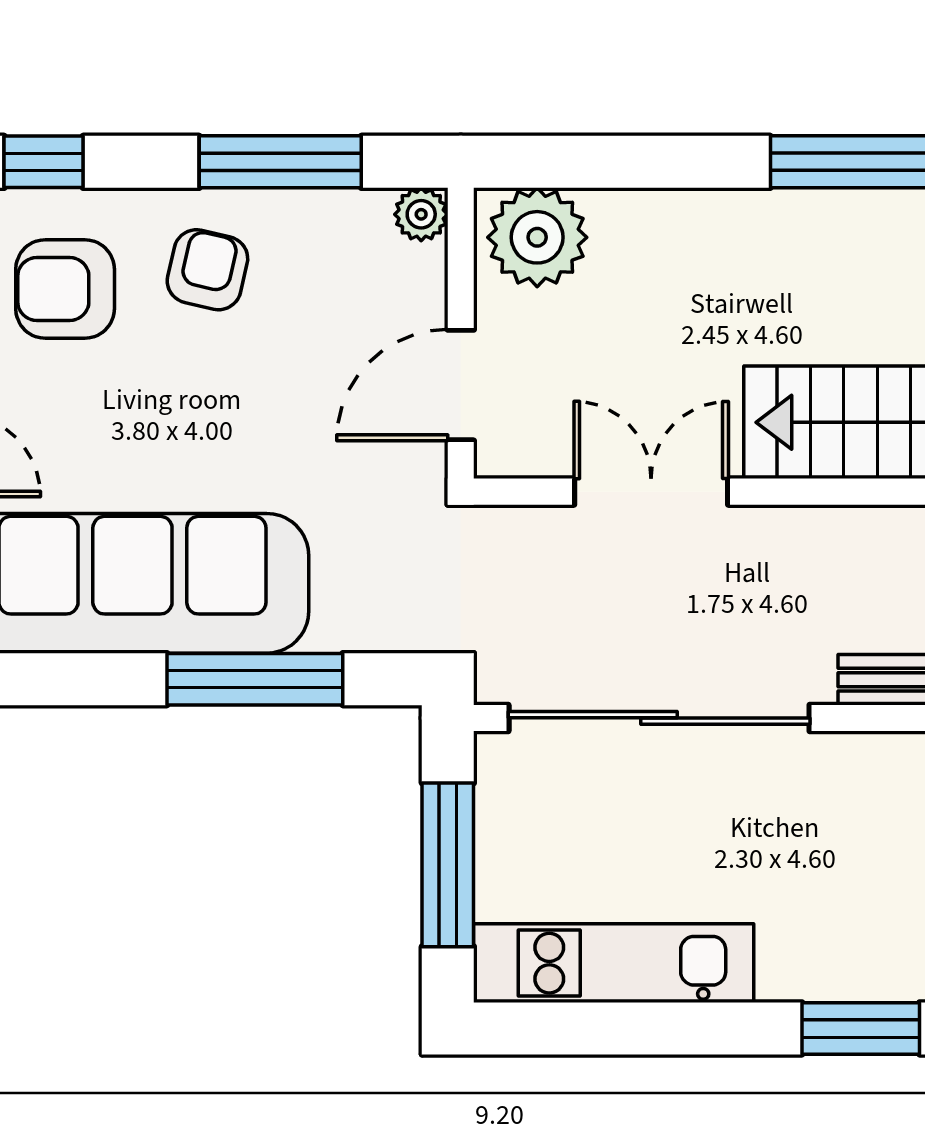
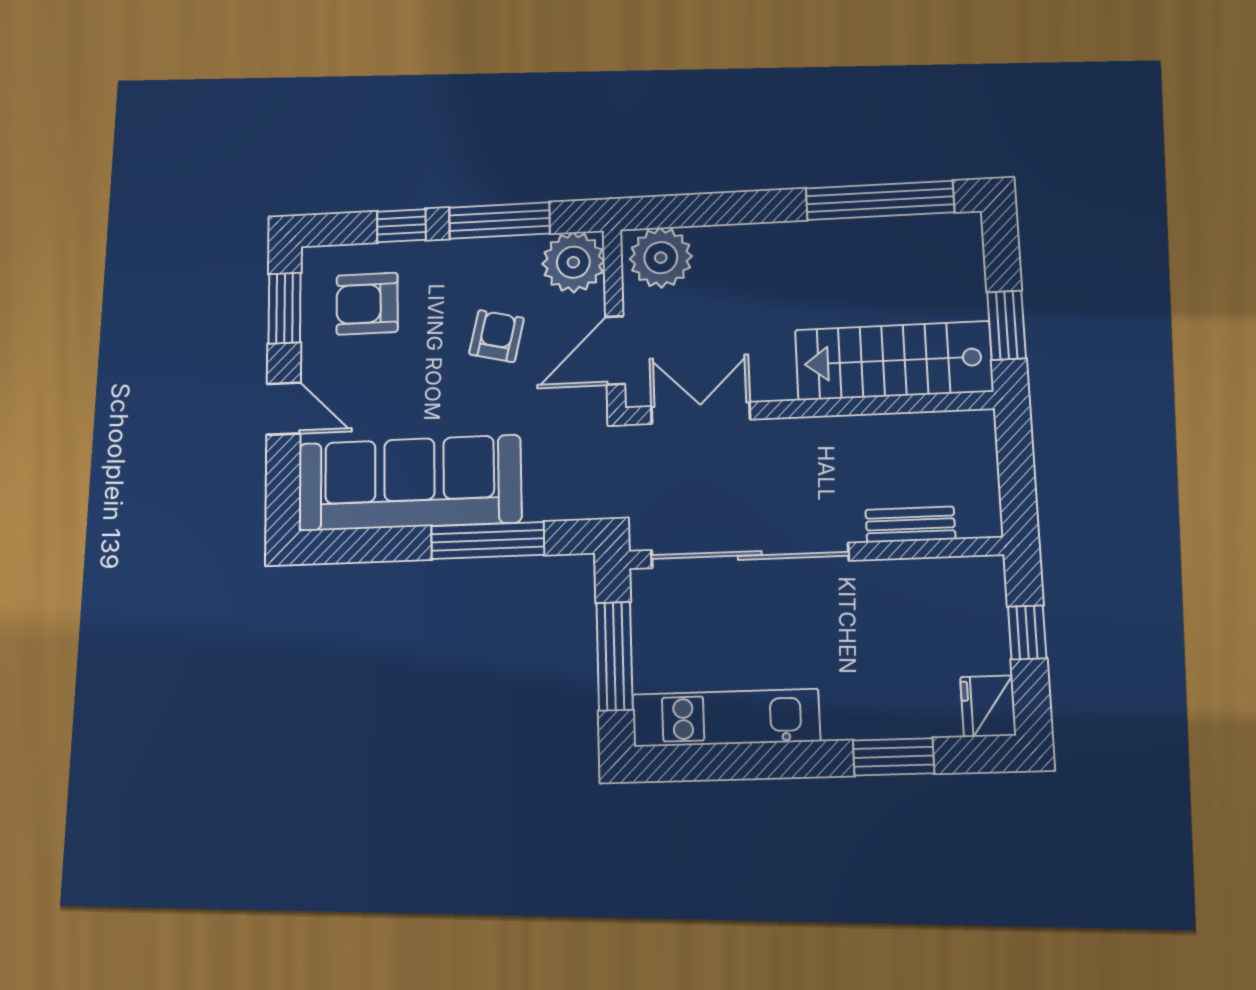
window: (44, 162) -> (401, 226), moved
plant: (421, 214) -> (573, 262), width x1.87, depth x1.87
armchair: (207, 270) -> (497, 336), moved
double door: (651, 492) -> (701, 413), moved

